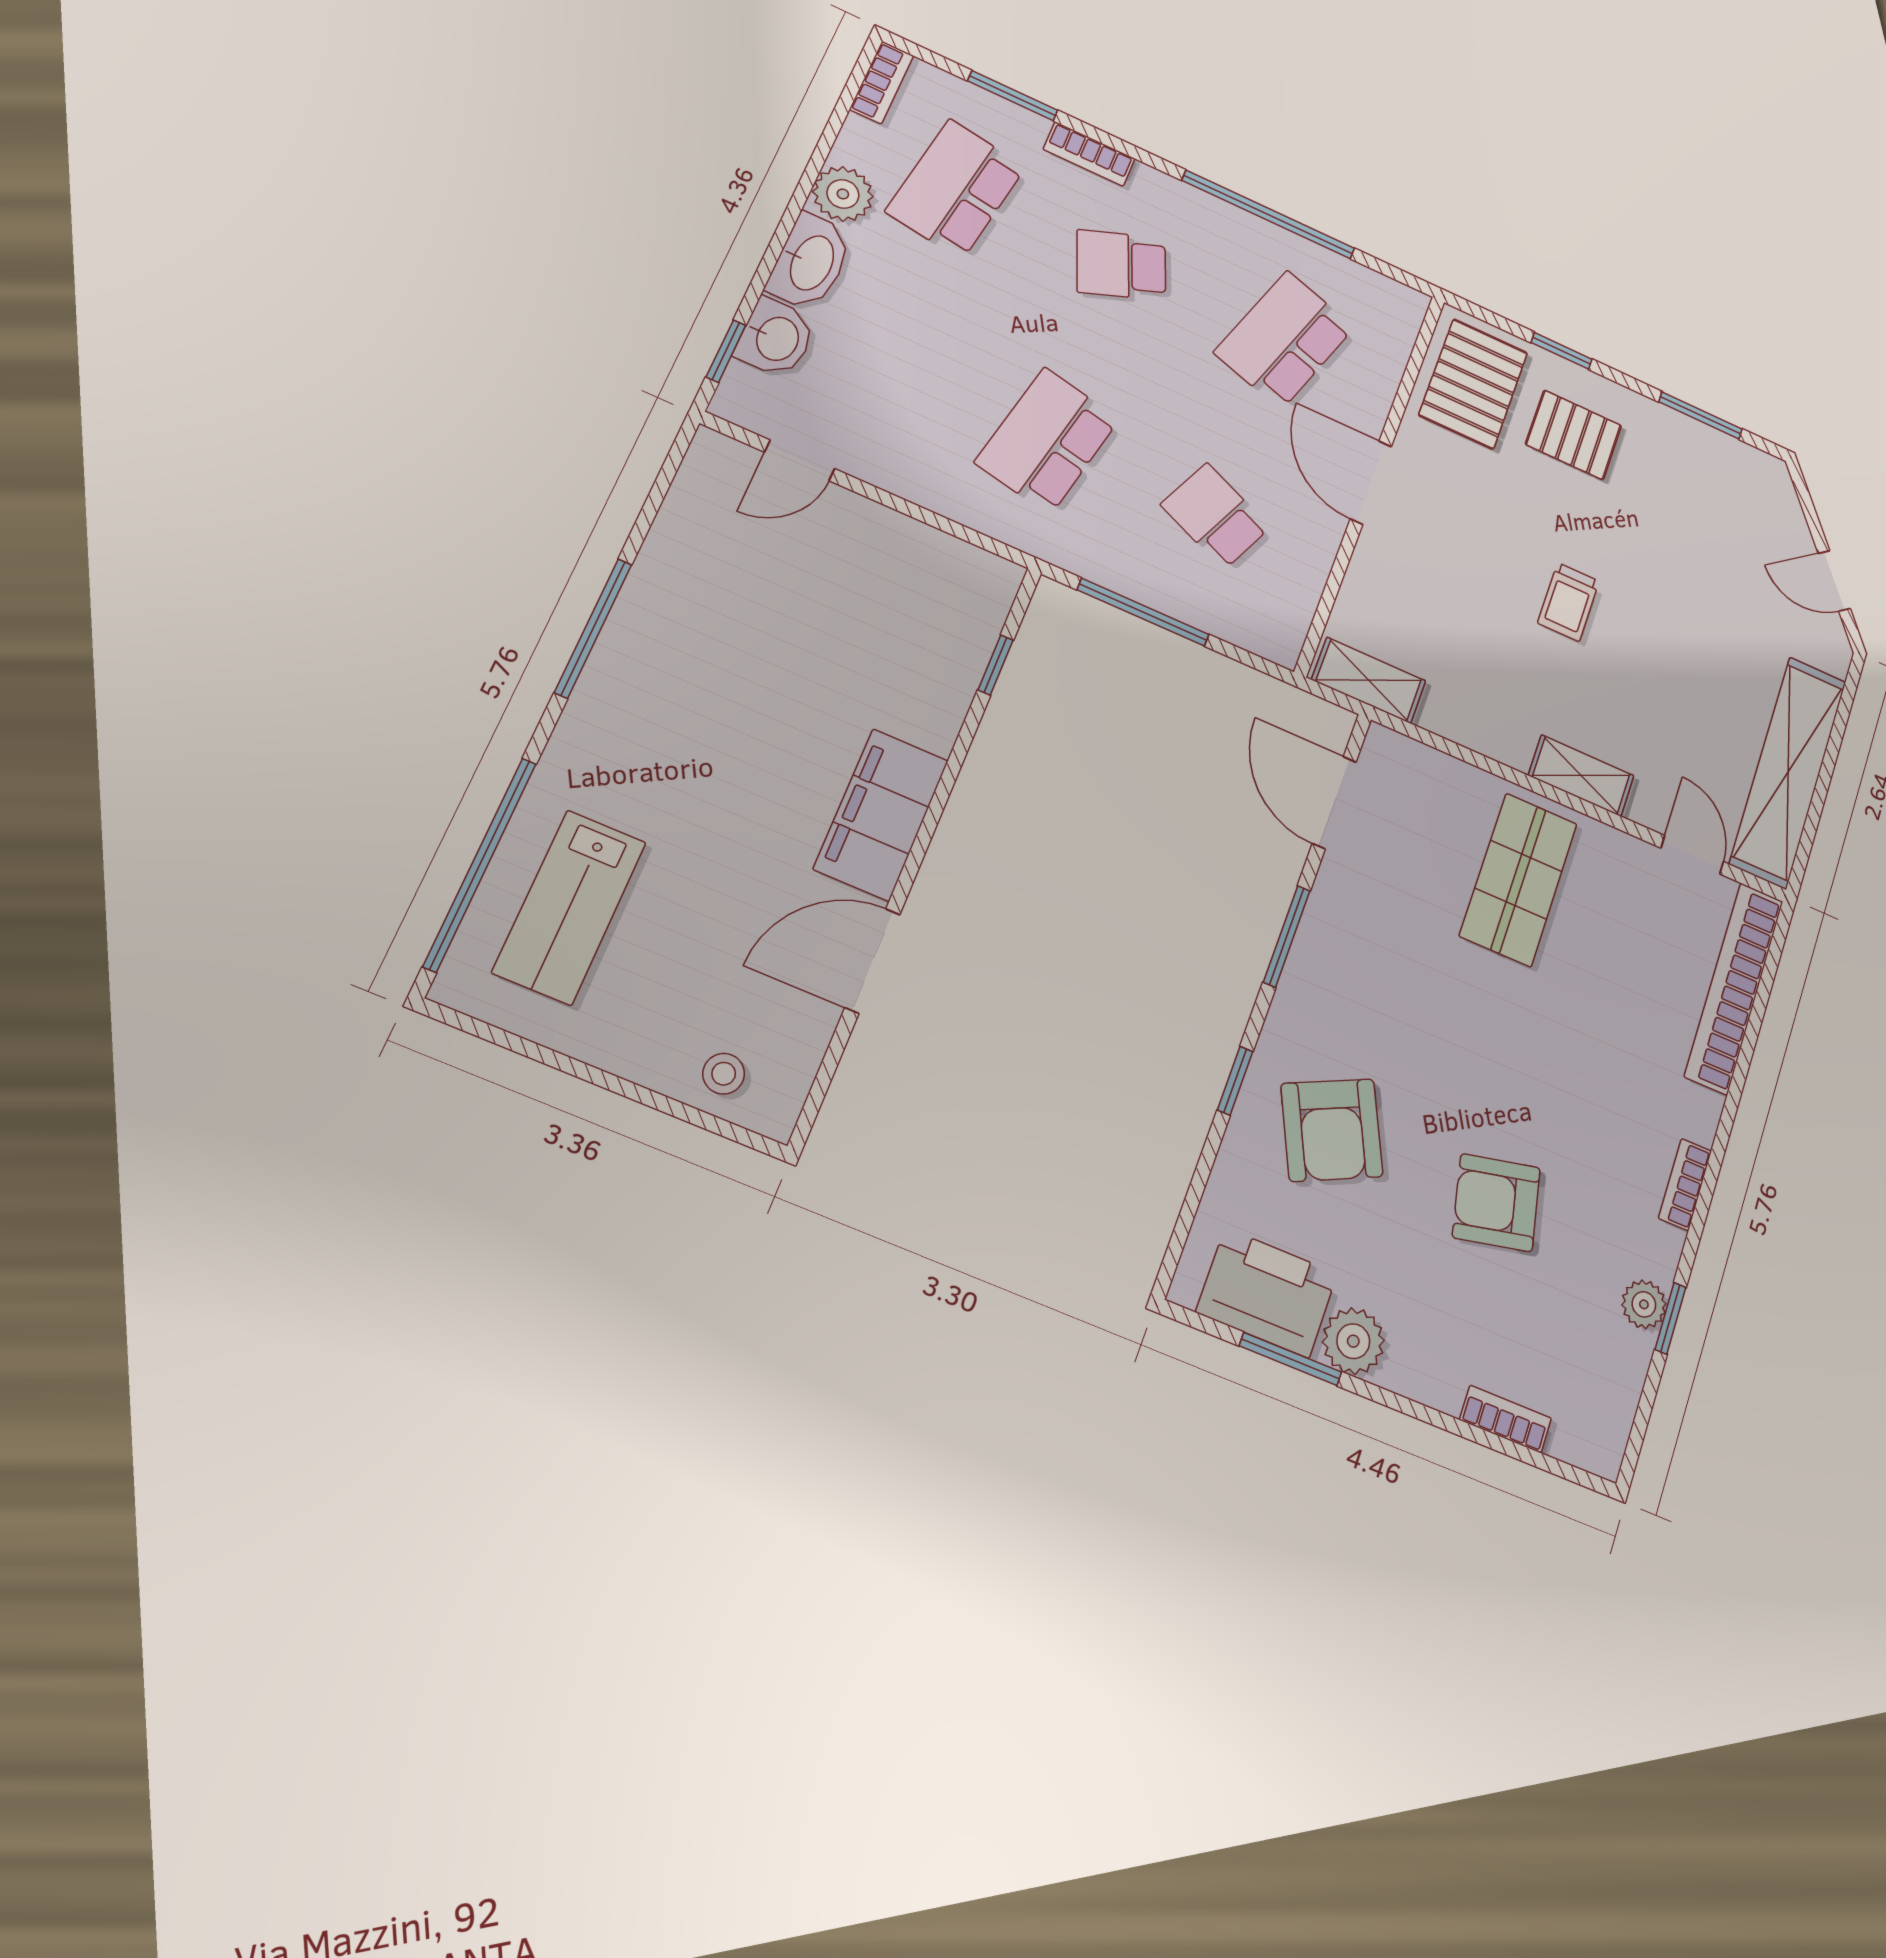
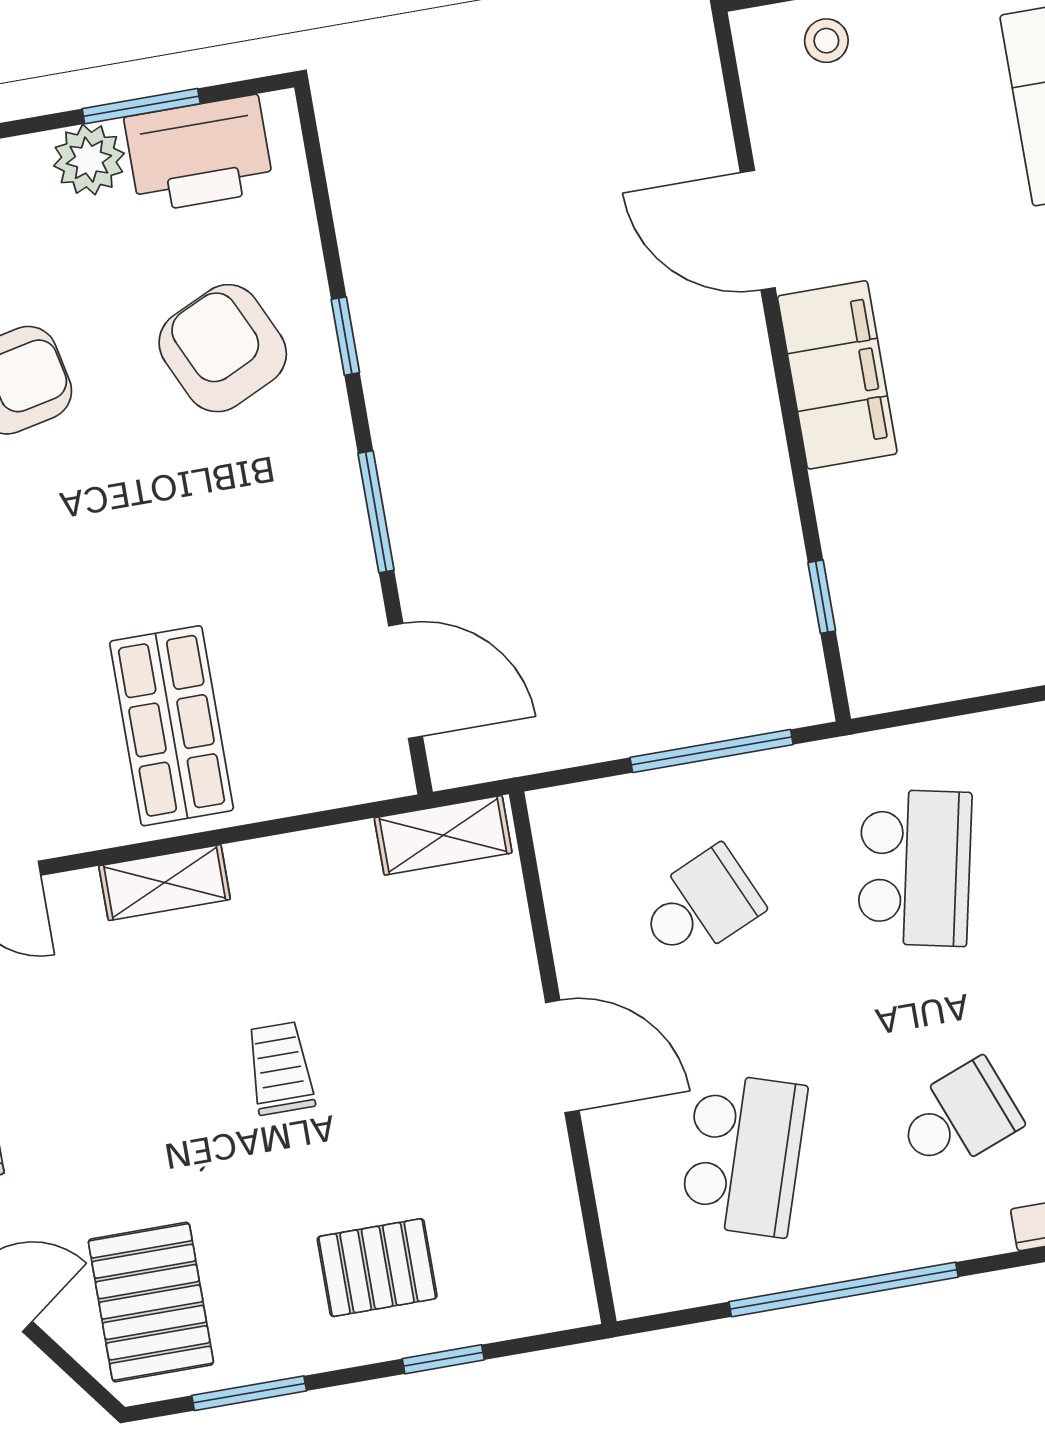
pallet: (1473, 384) -> (151, 1302), moved
school desk: (1215, 516) -> (700, 905), turned -48
door: (872, 961) -> (758, 230), swing flipped

